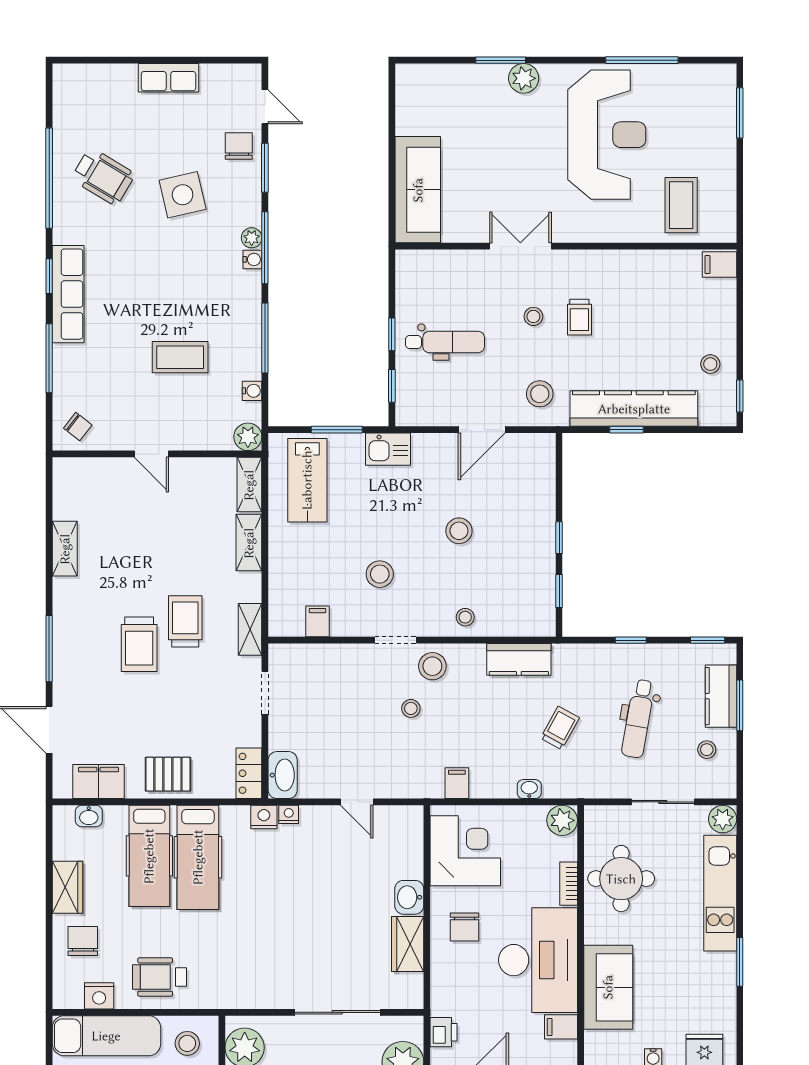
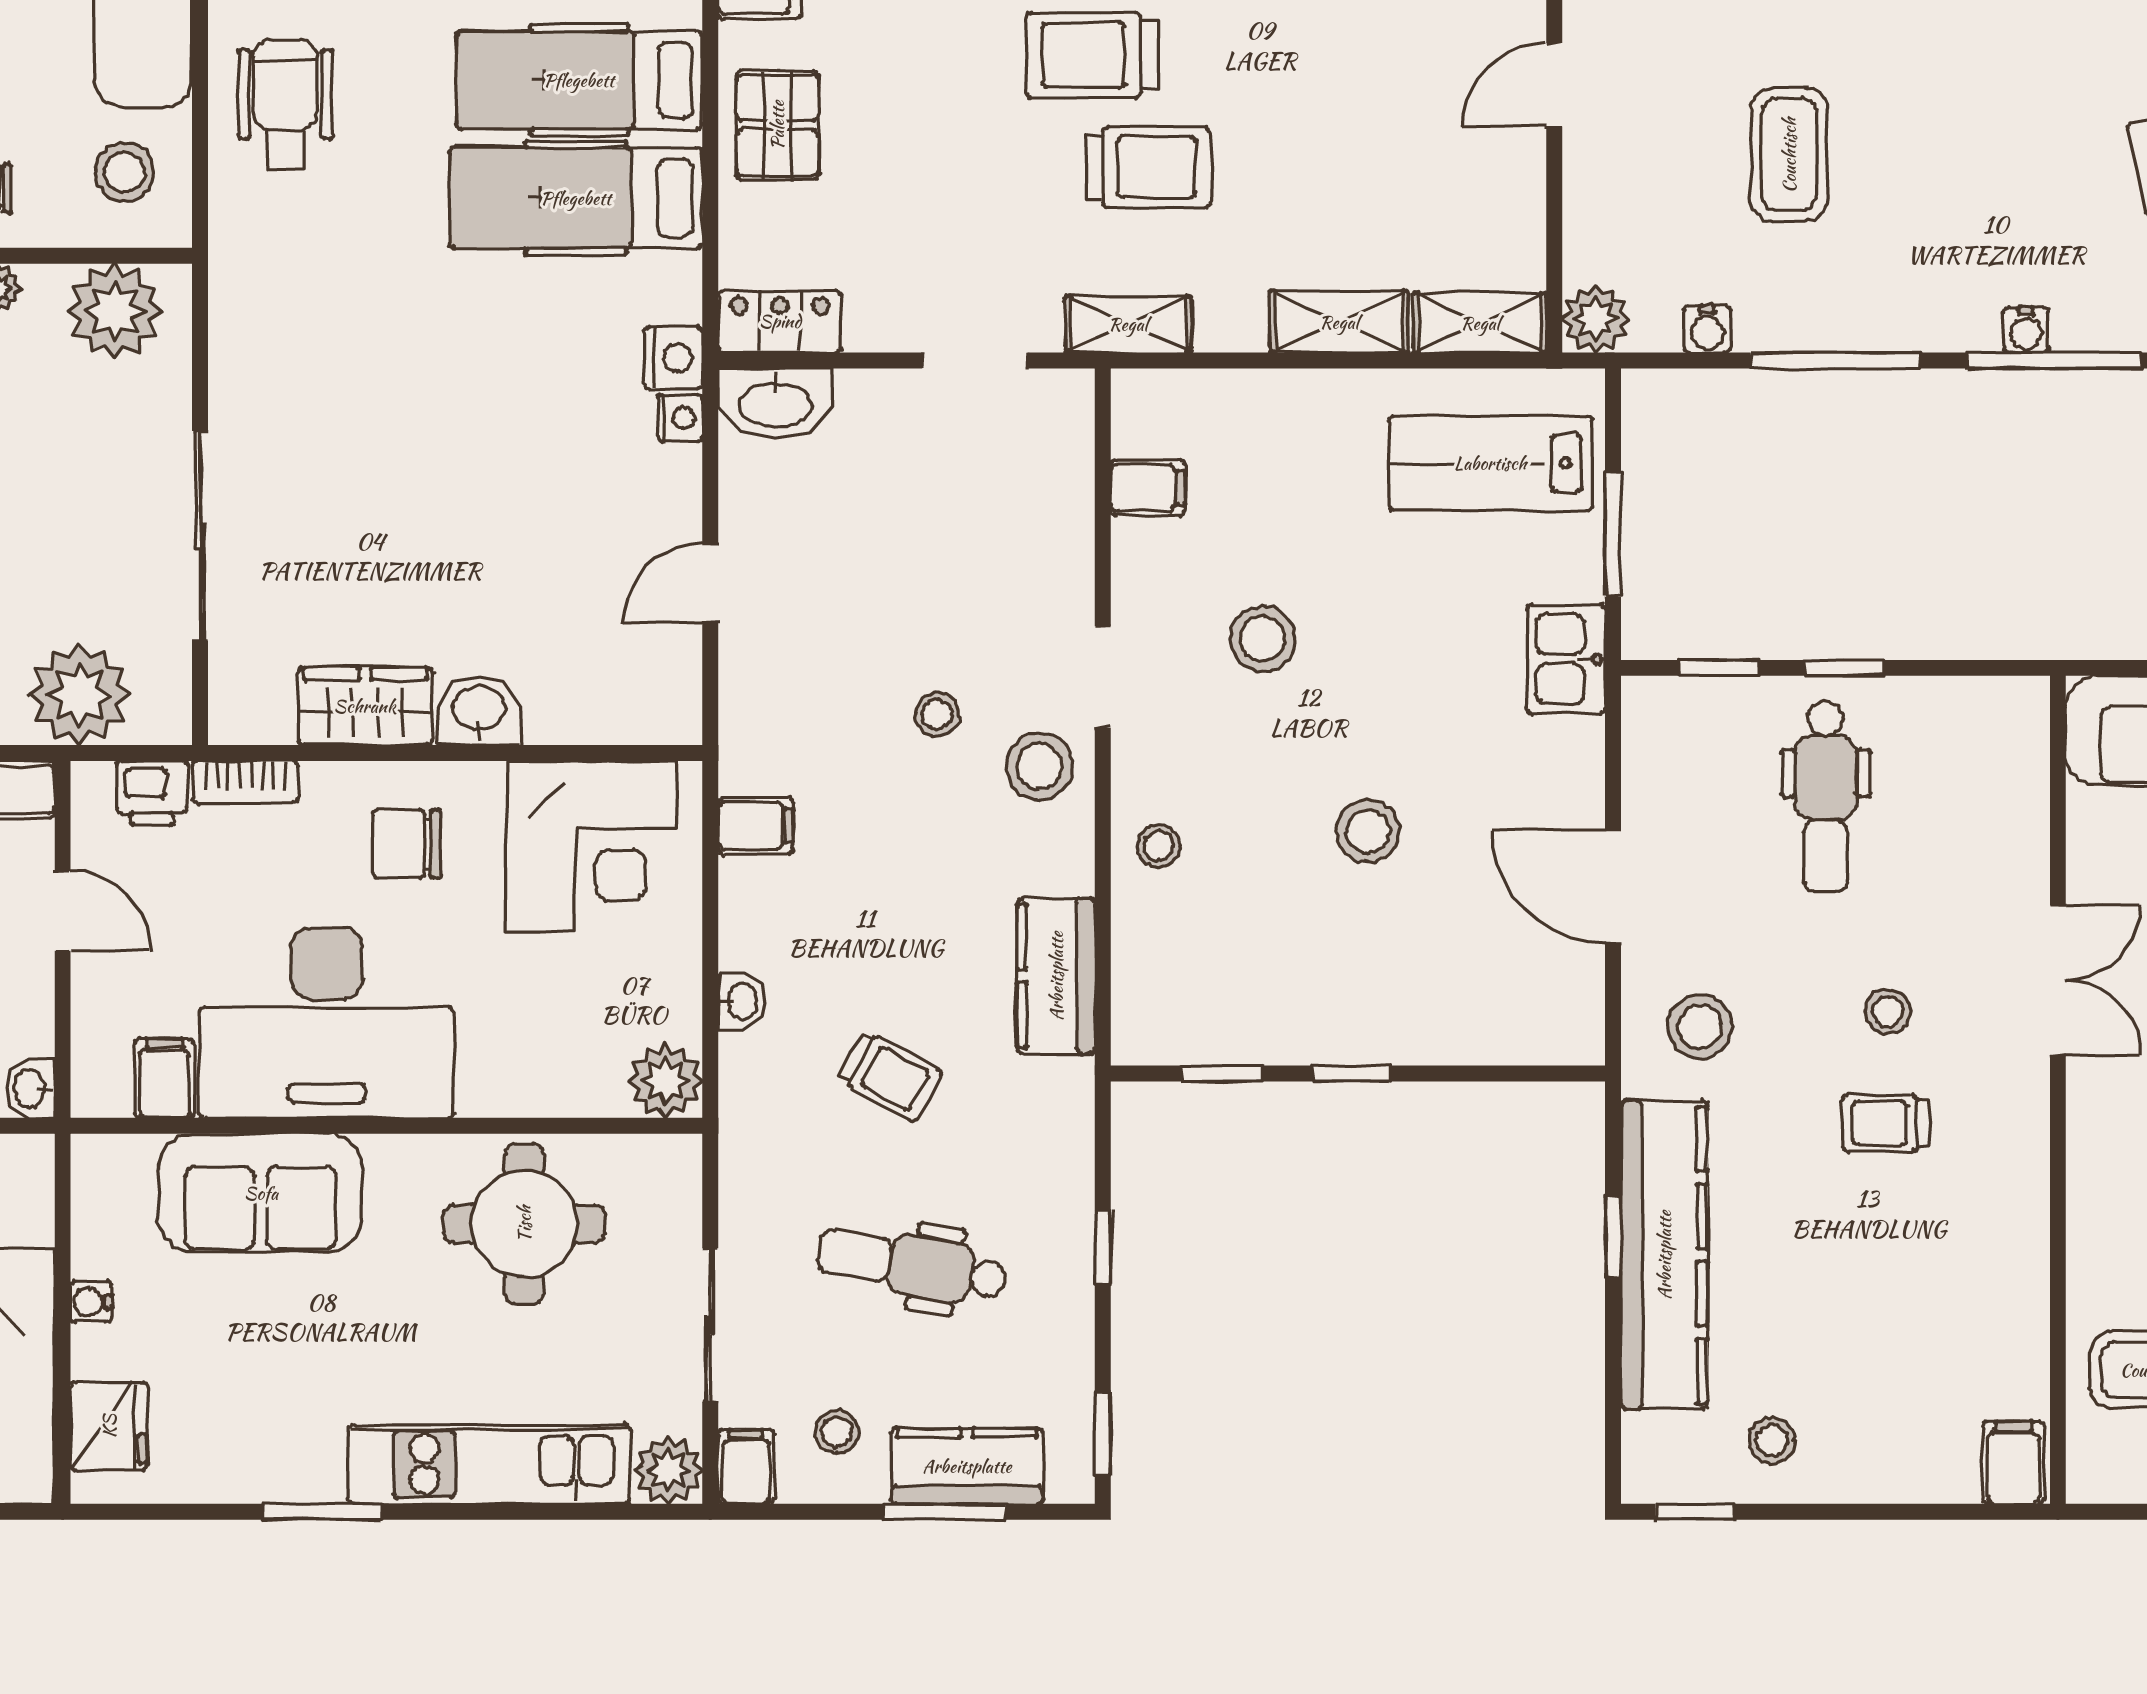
plant: (252, 238) -> (2078, 328), removed
filing cabinet: (721, 787) -> (746, 1467), added
bookcase: (569, 884) -> (246, 782), moved, turned 180

